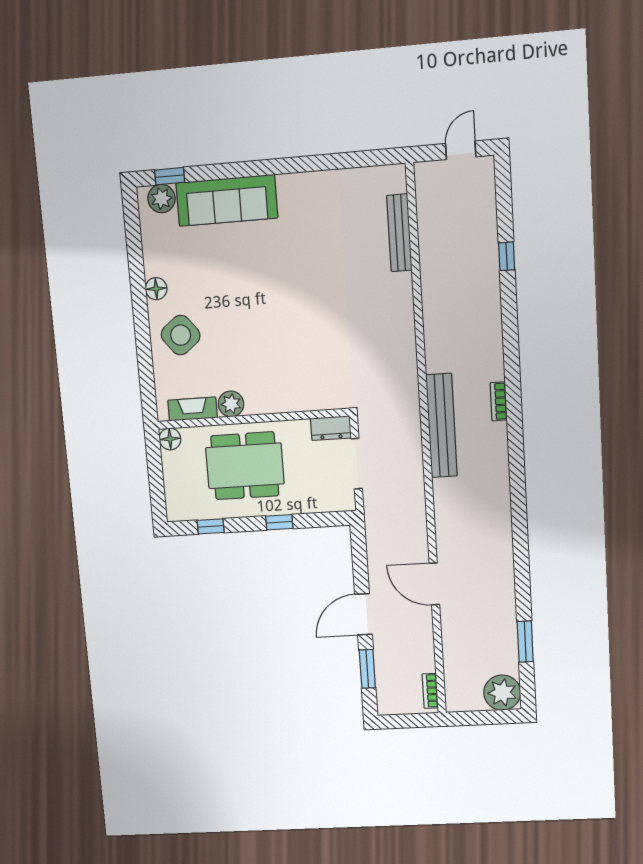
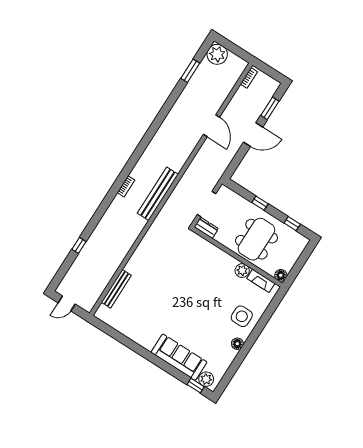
side table: (181, 335) -> (242, 316), turned 38
dining table: (245, 466) -> (256, 239), turned 90

